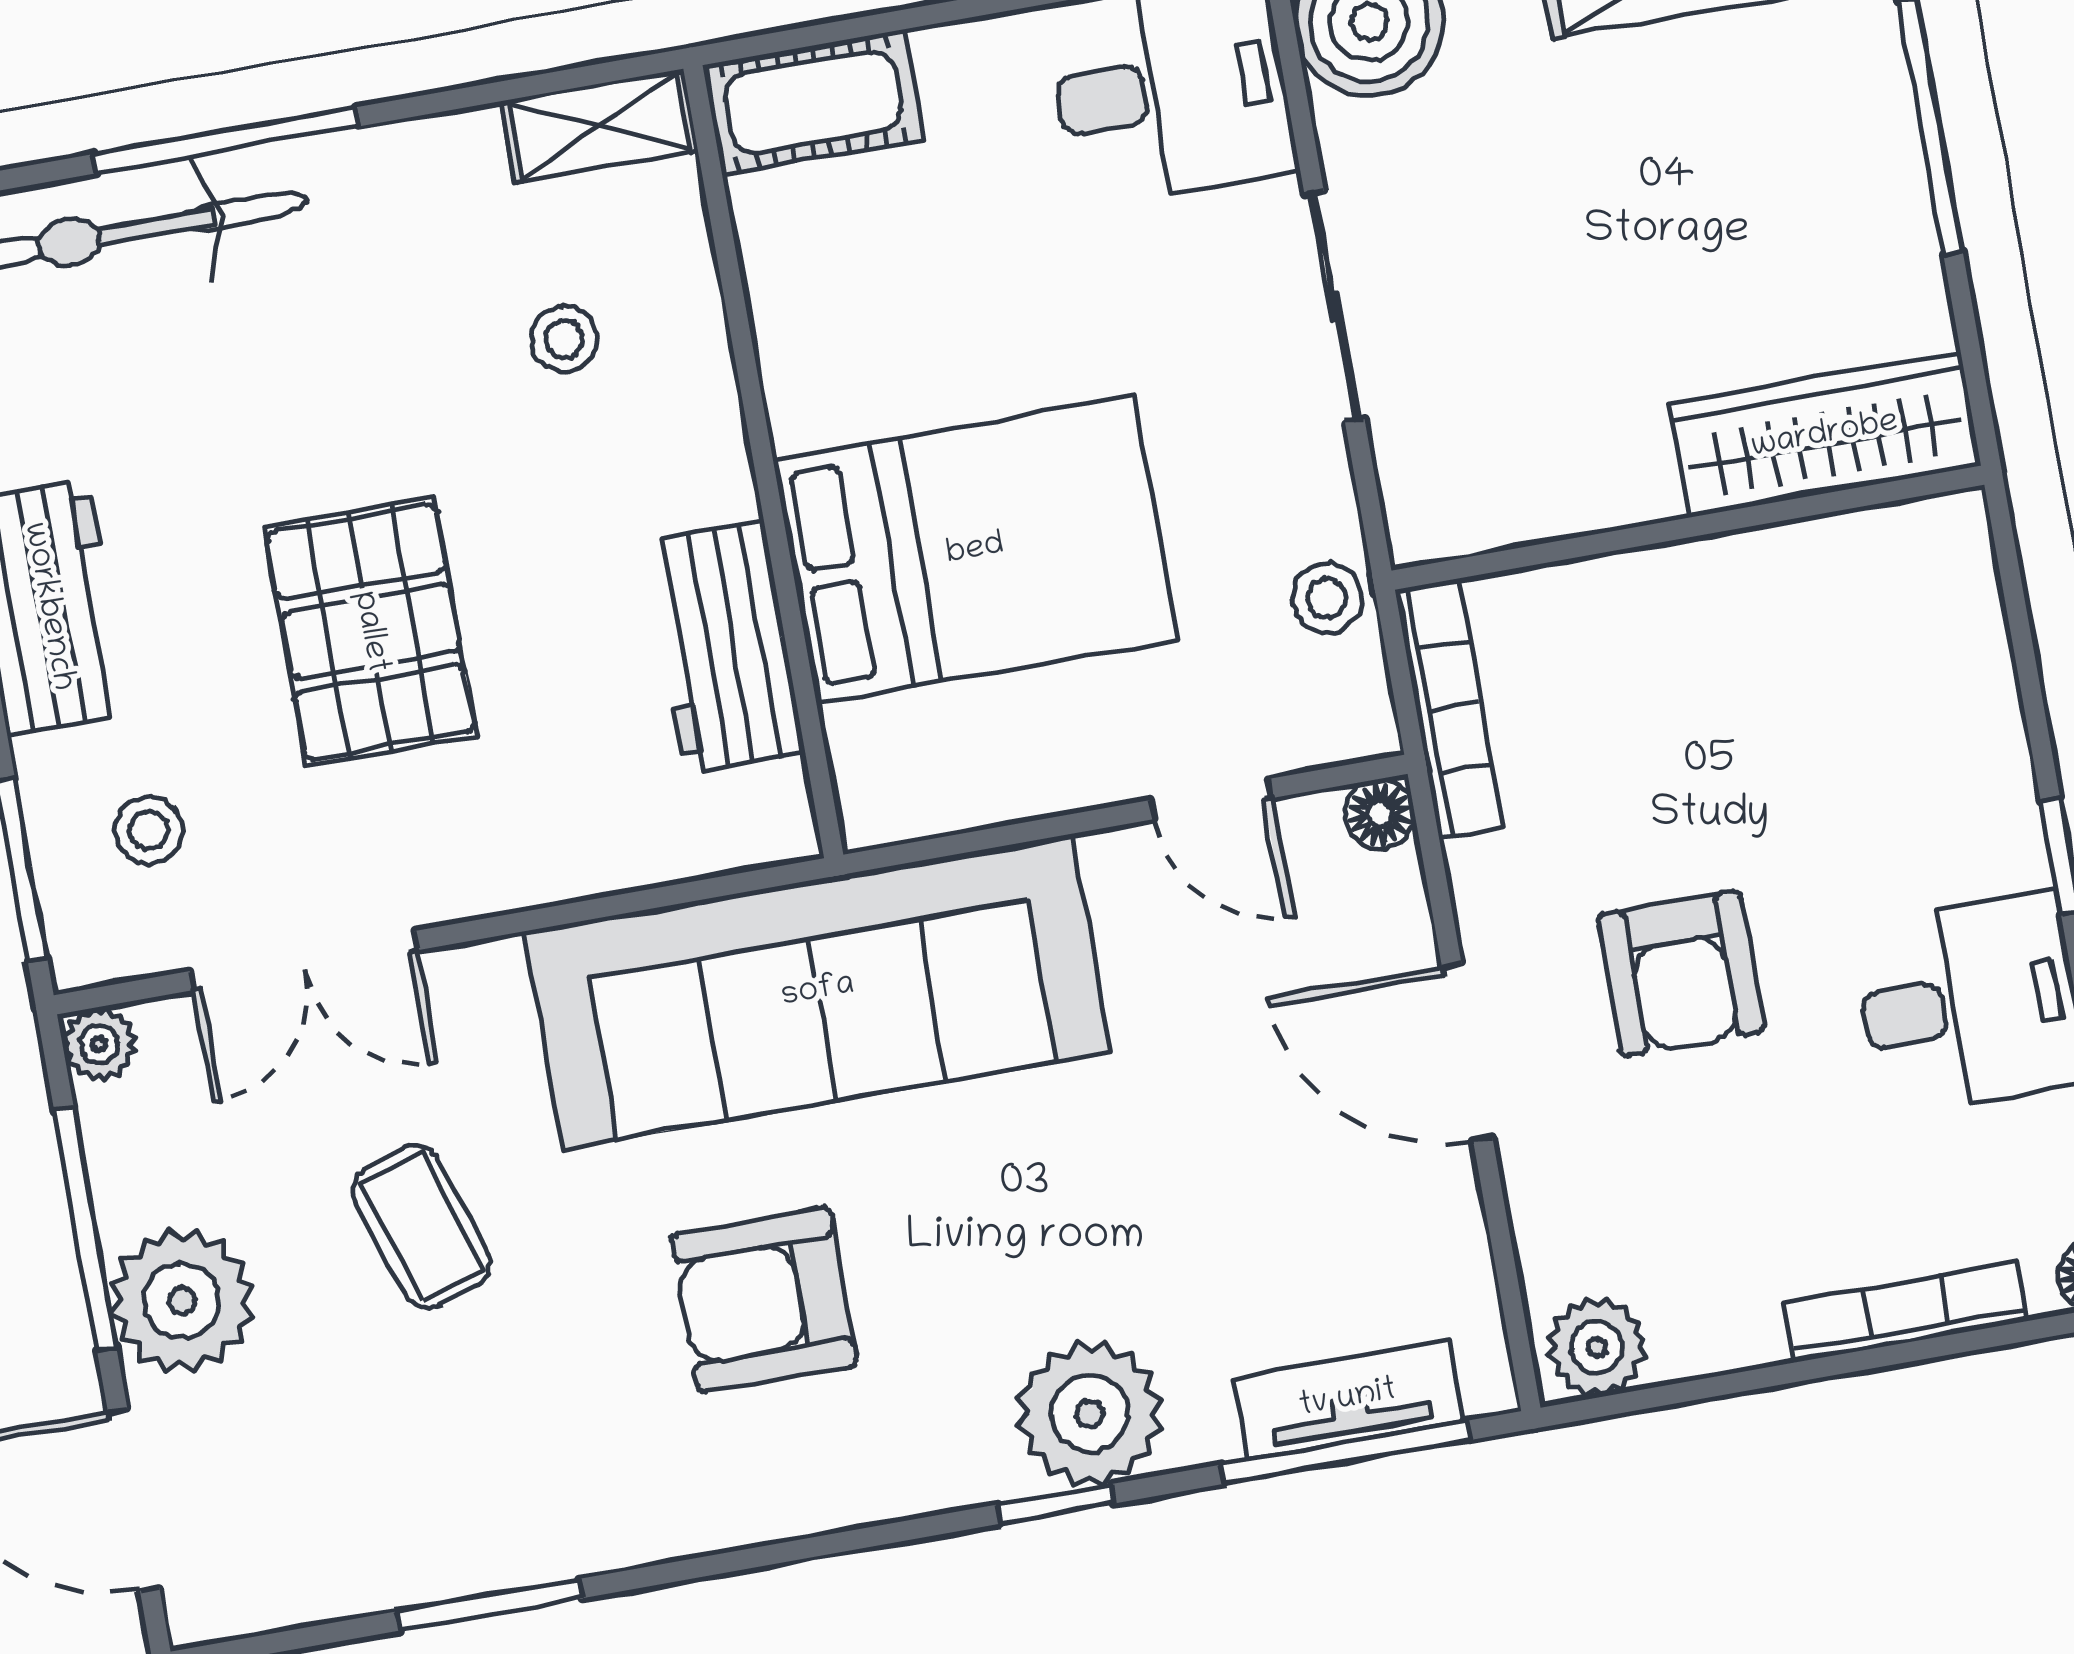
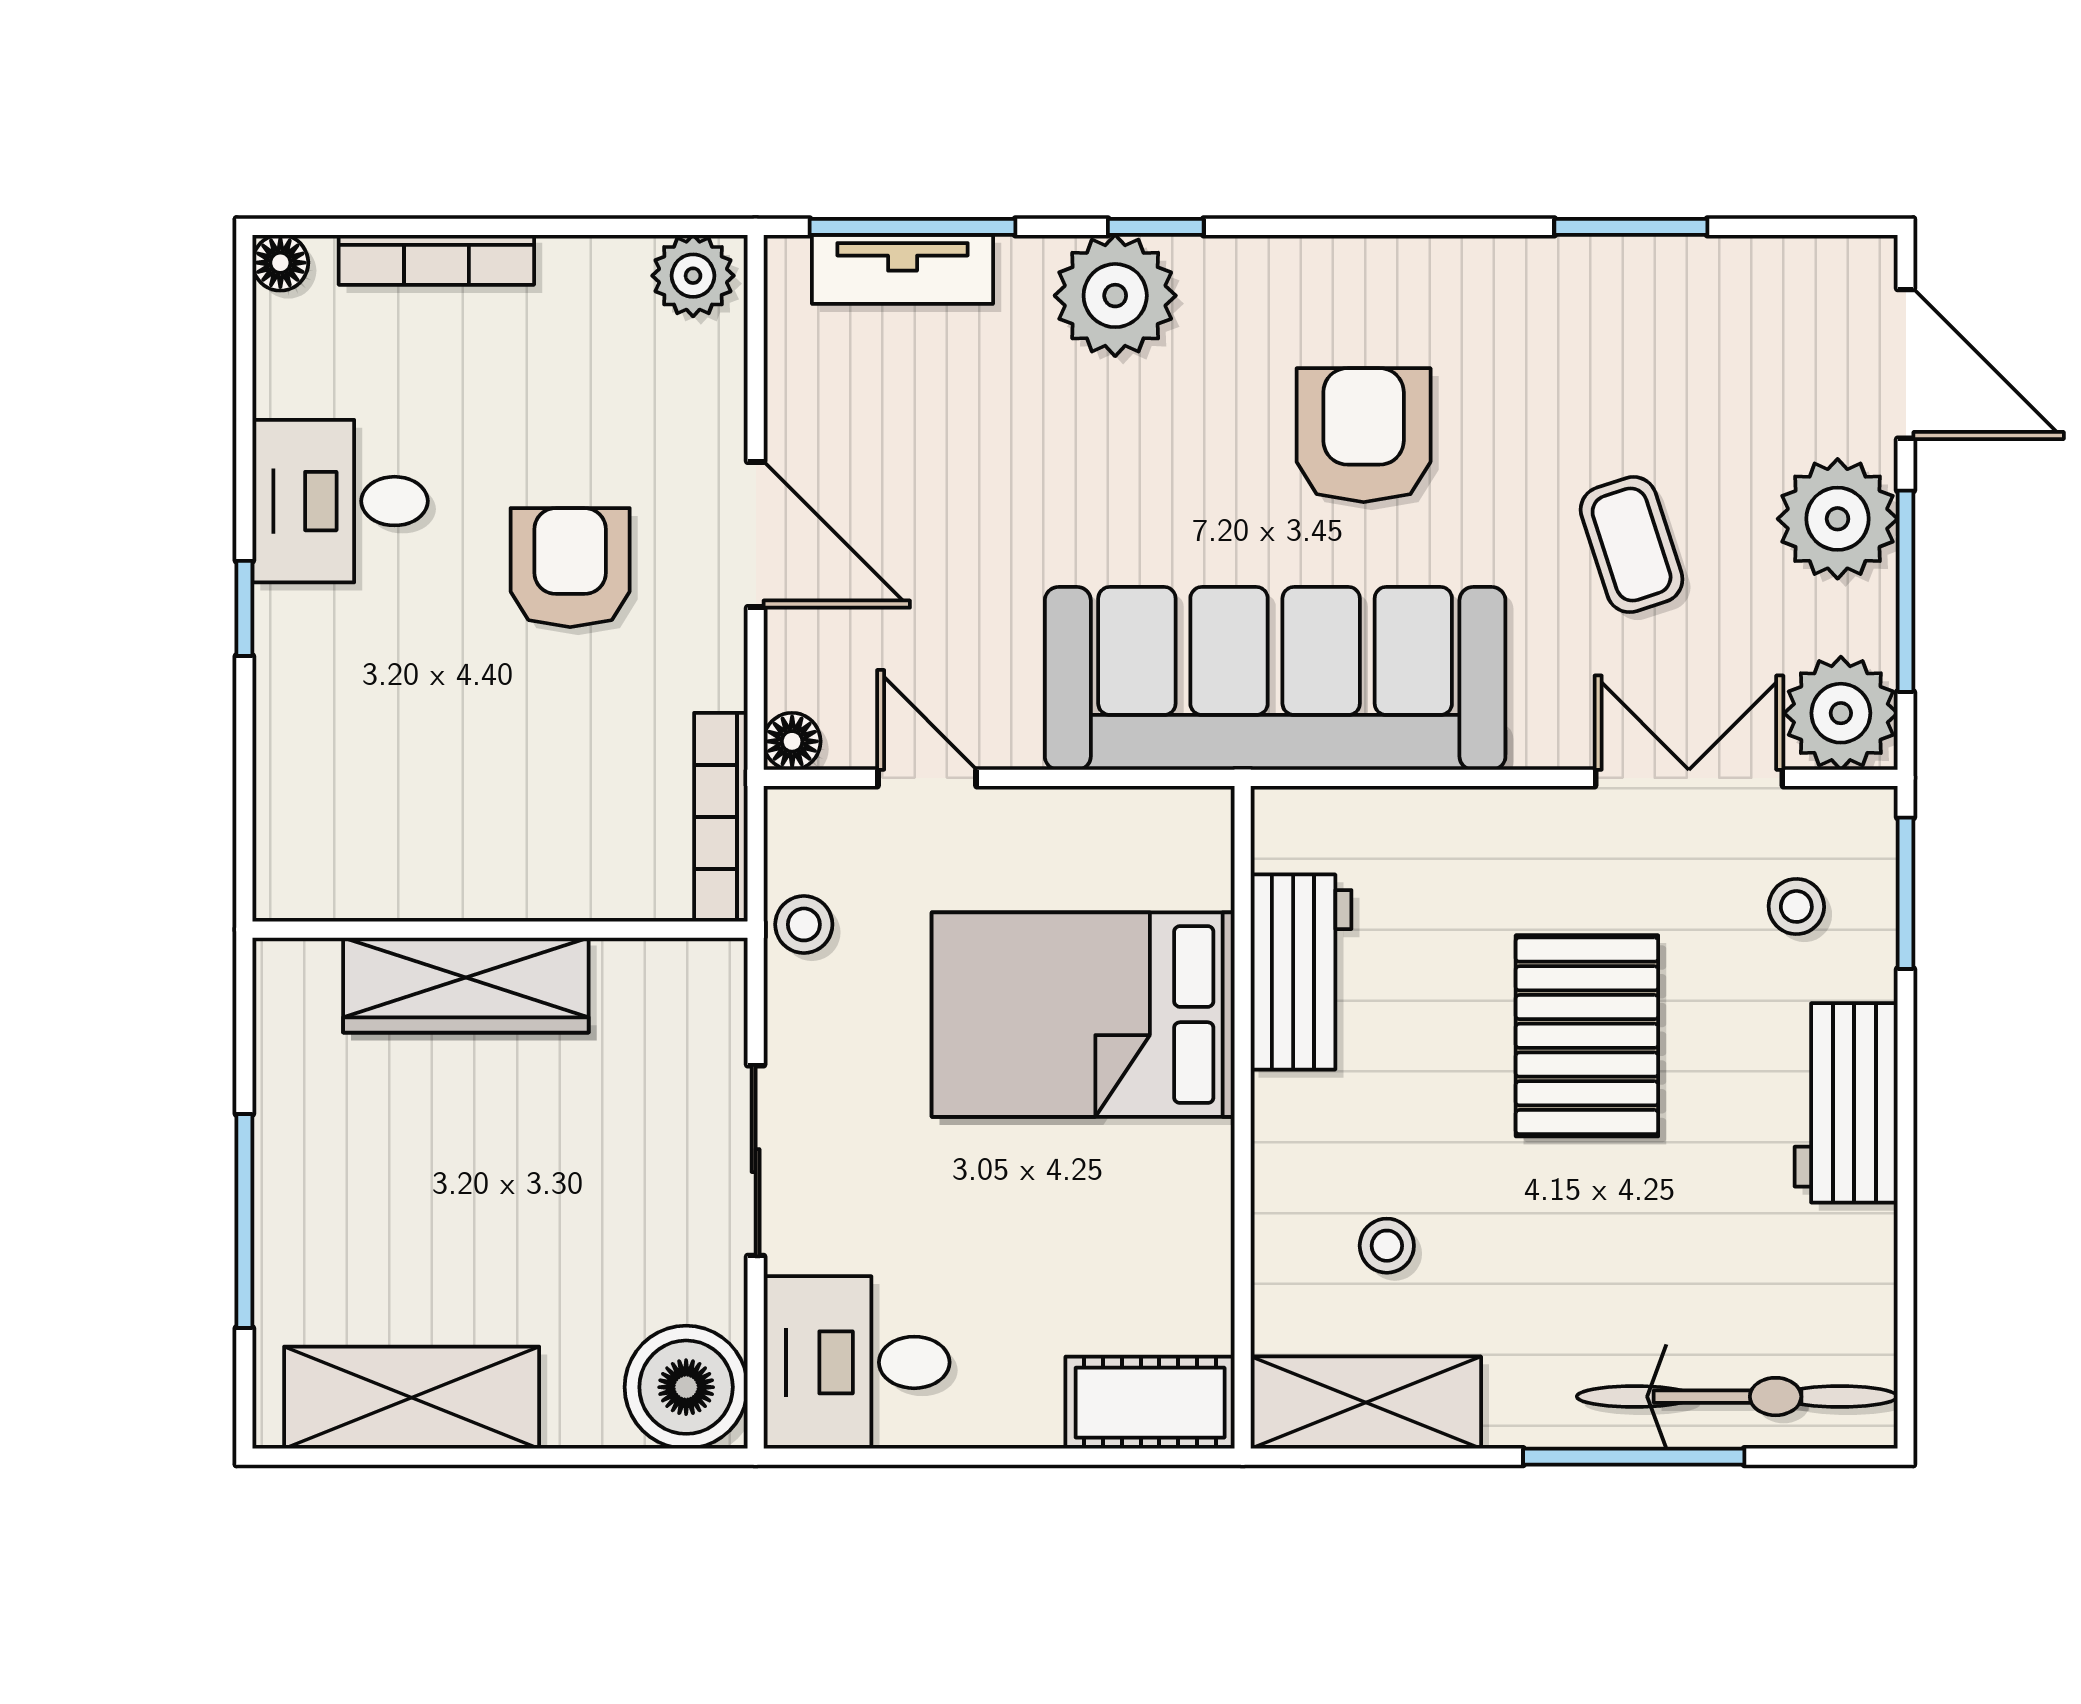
shelving: (599, 126) -> (1366, 1403), width x1.50, depth x1.33
wardrobe: (1825, 435) -> (466, 985), moved
plant: (99, 1044) -> (1841, 713), width x1.88, depth x1.88
armchair: (764, 1300) -> (1364, 435), turned -90

